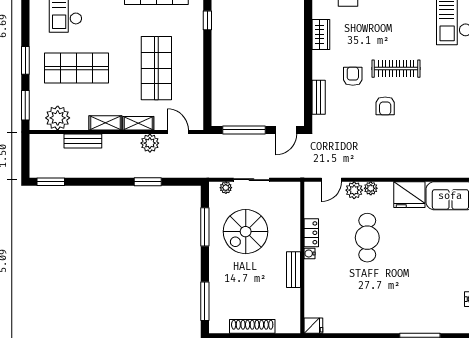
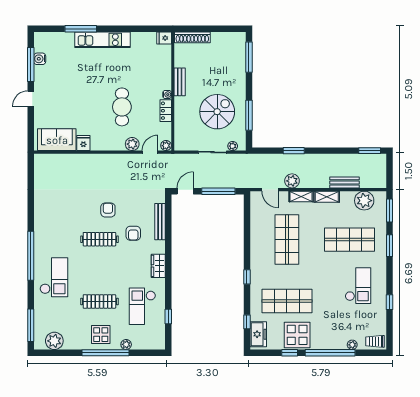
bench: (319, 97) -> (160, 222), width x1.36
plant: (371, 188) -> (166, 146), moved
fridge: (409, 195) -> (83, 143), width x0.53, depth x0.75
kitchen unit: (392, 324) -> (103, 40), added
shoe rack: (252, 326) -> (192, 37), moved

